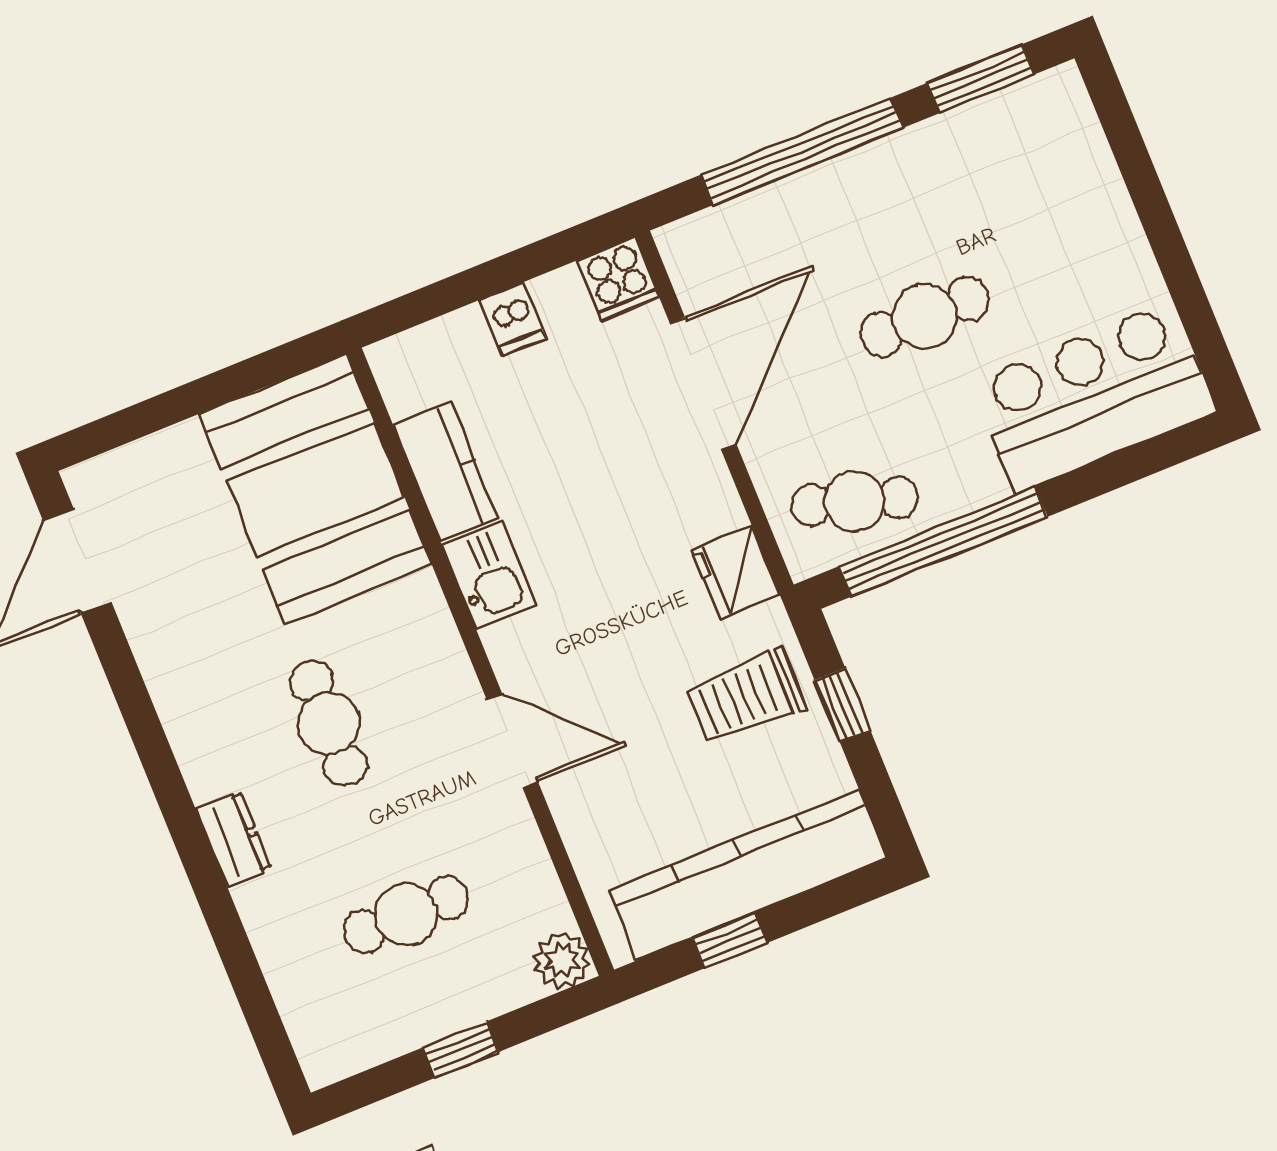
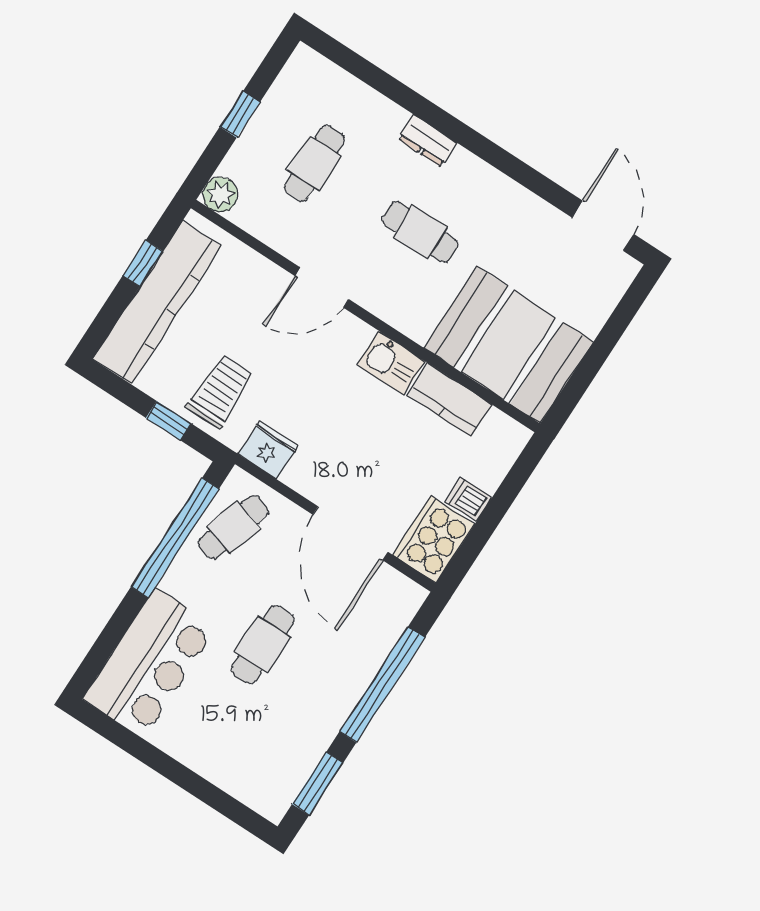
cooker: (618, 279) -> (434, 539), width x1.87, depth x1.31

